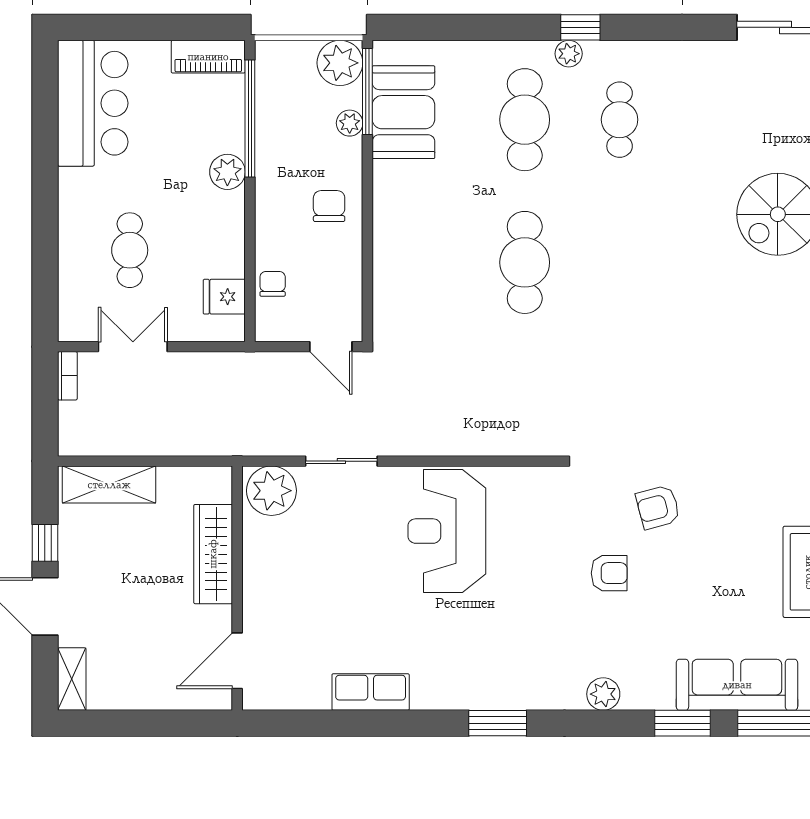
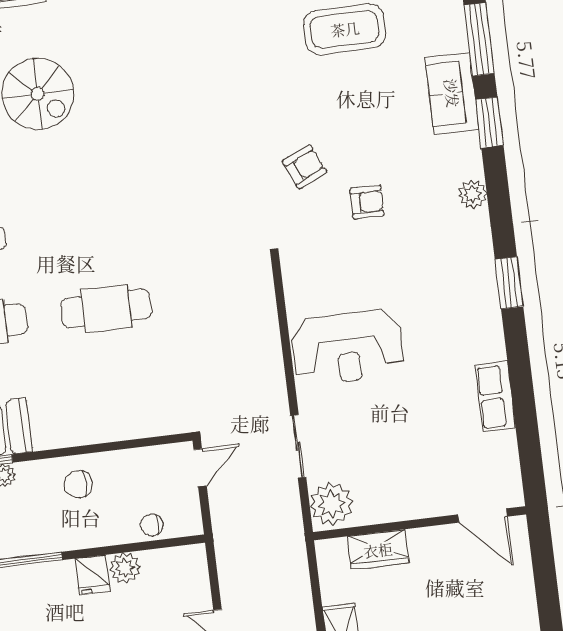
plant: (227, 172) -> (125, 568), moved
fridge: (224, 297) -> (93, 575), moved
armchair: (658, 507) -> (304, 167), turned -99
wardrobe: (213, 554) -> (378, 550), width x0.67
armchair: (609, 573) -> (367, 202), turned 90
sofa: (737, 685) -> (452, 93), width x0.73

